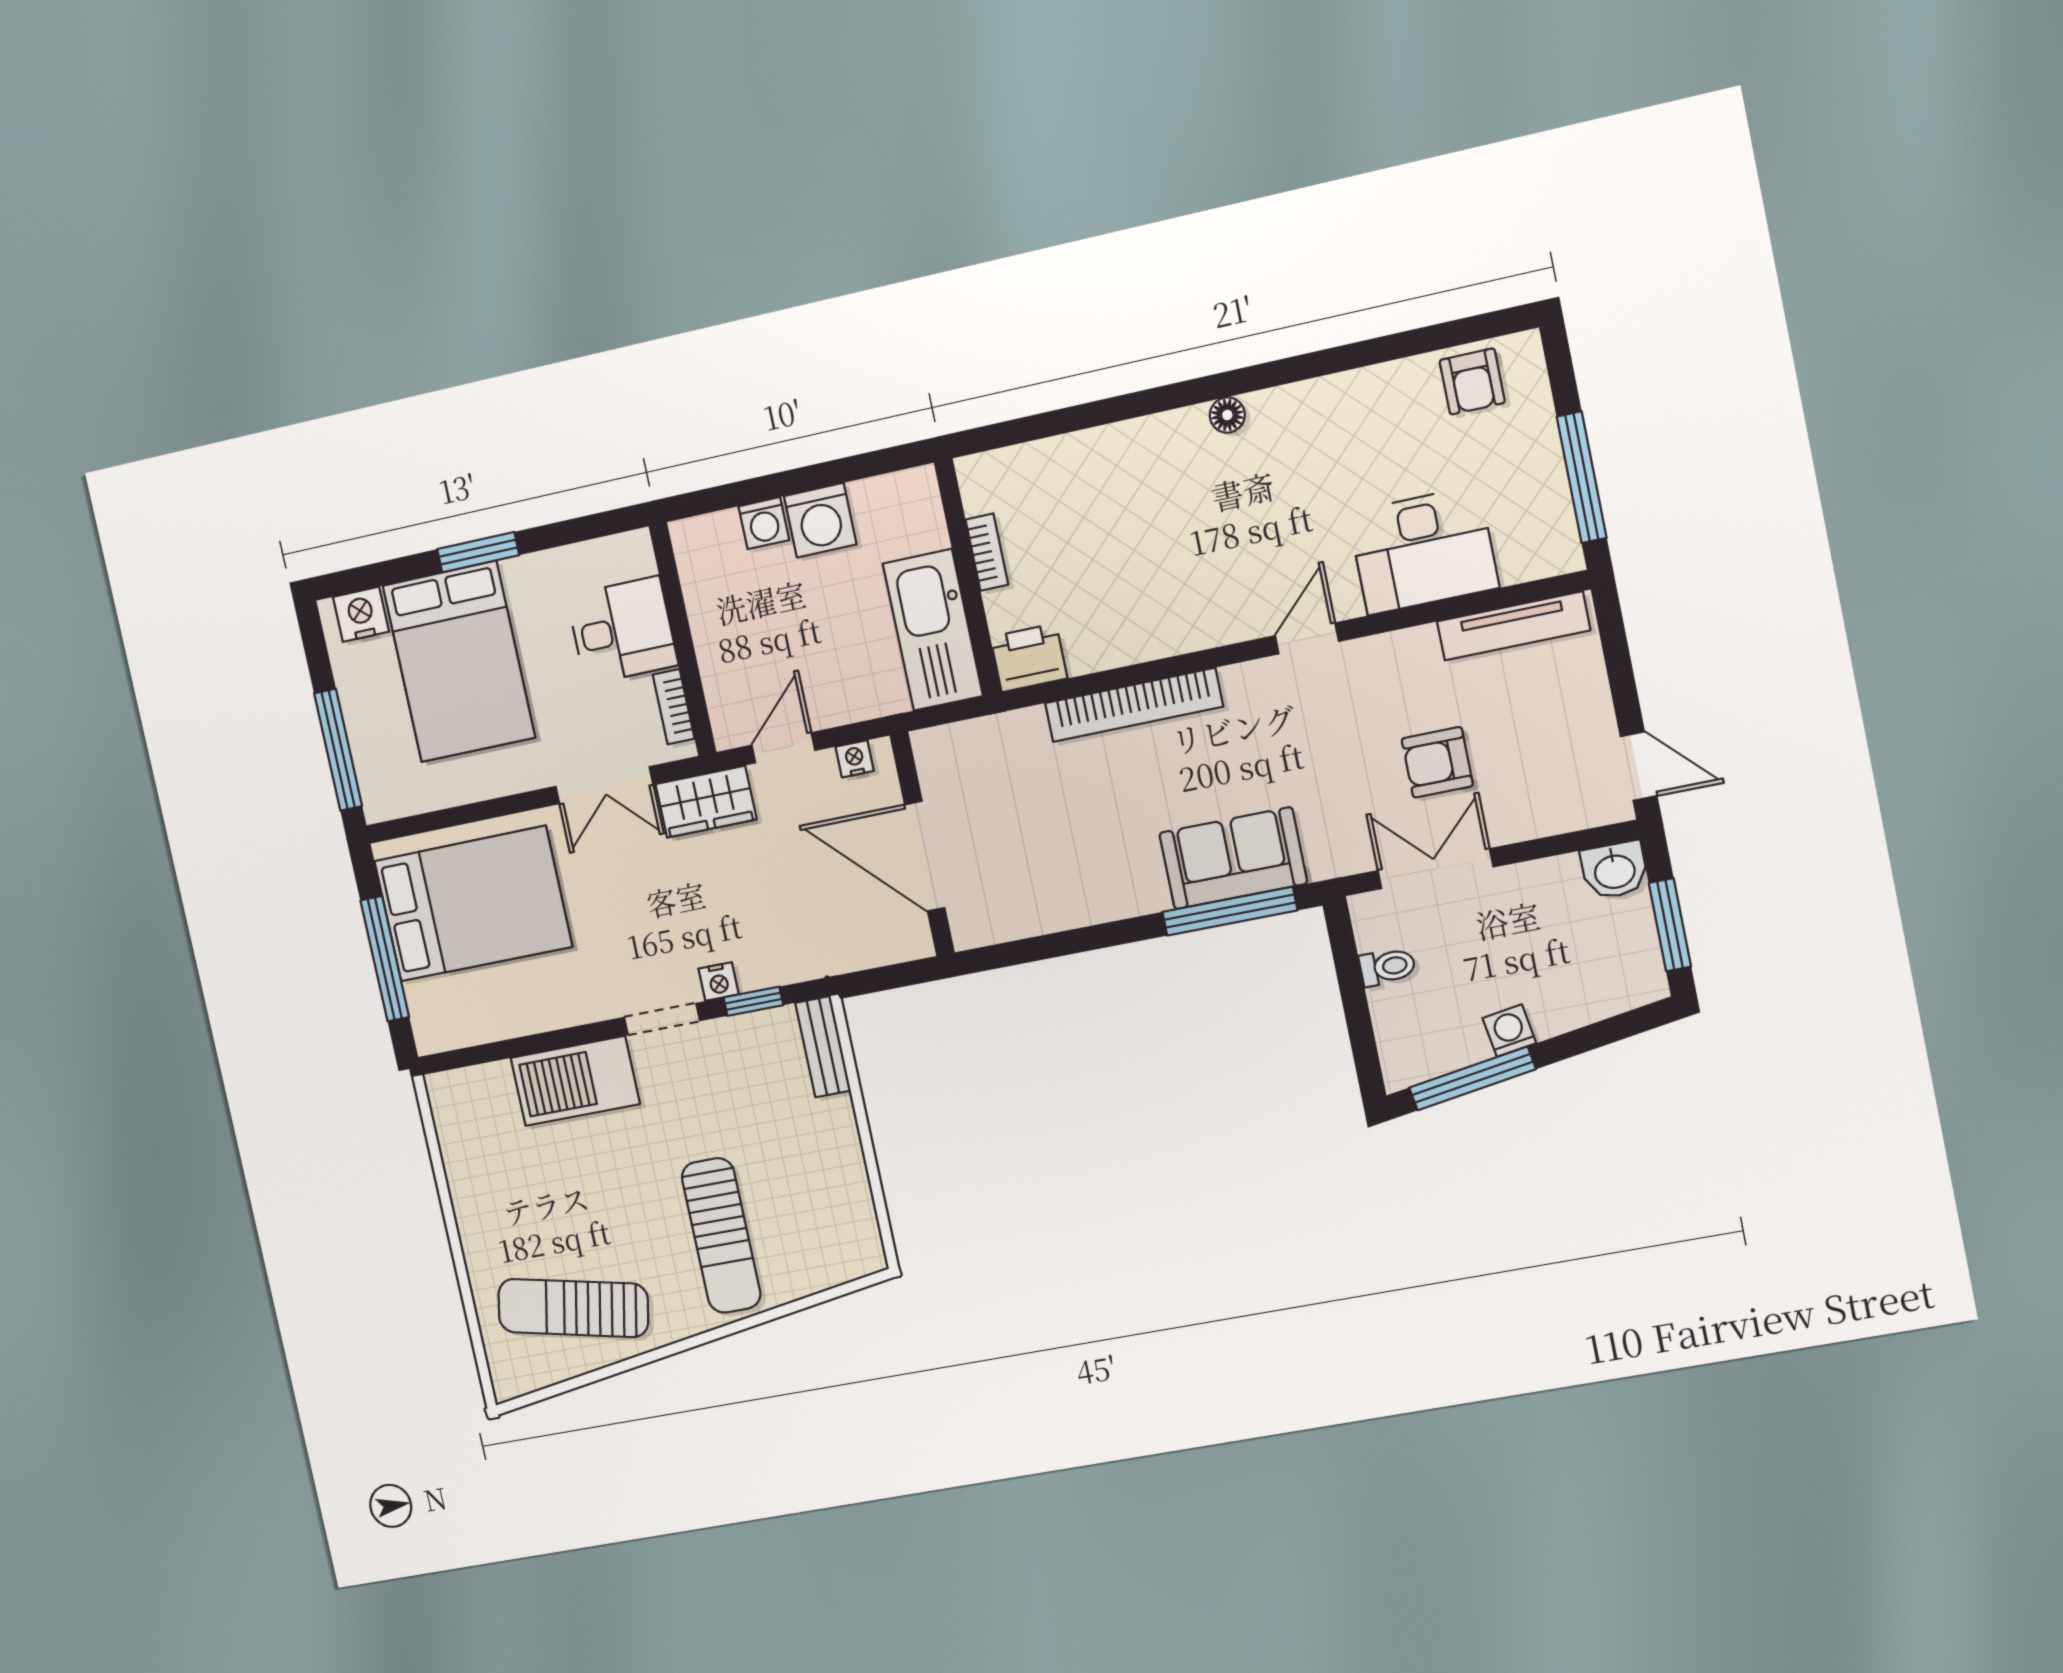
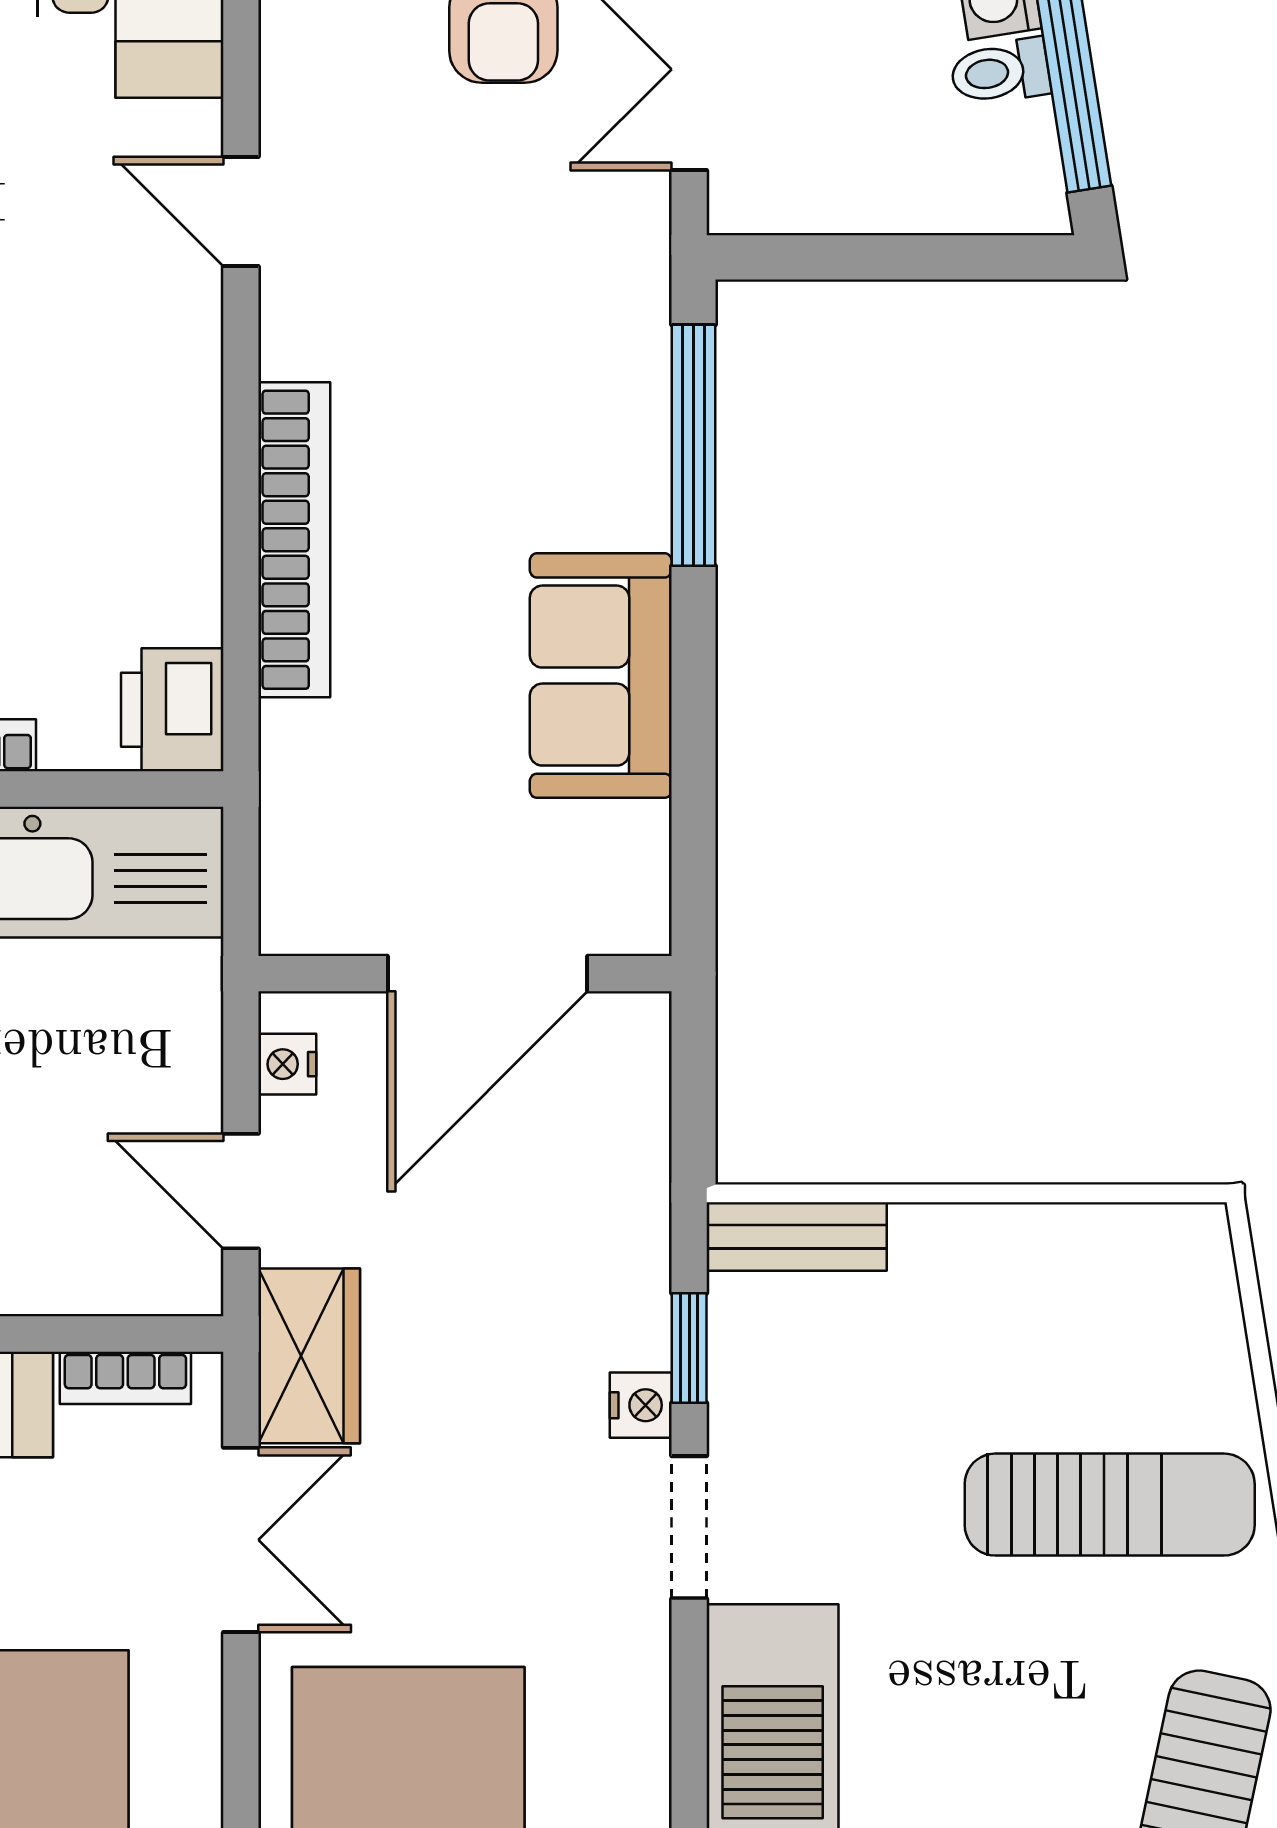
sofa: (1233, 858) -> (601, 676), moved
toilet: (1387, 967) -> (1000, 72), moved, turned -99

